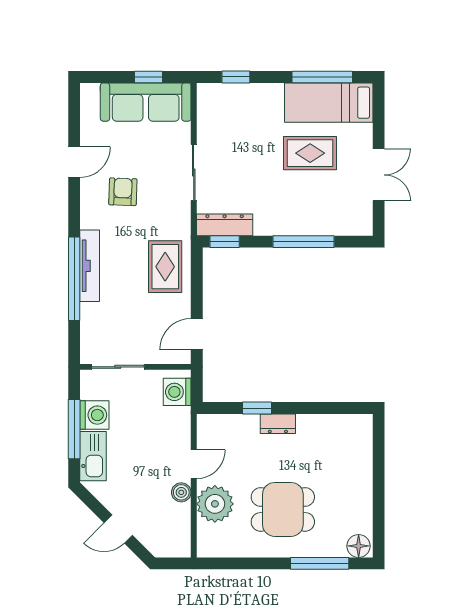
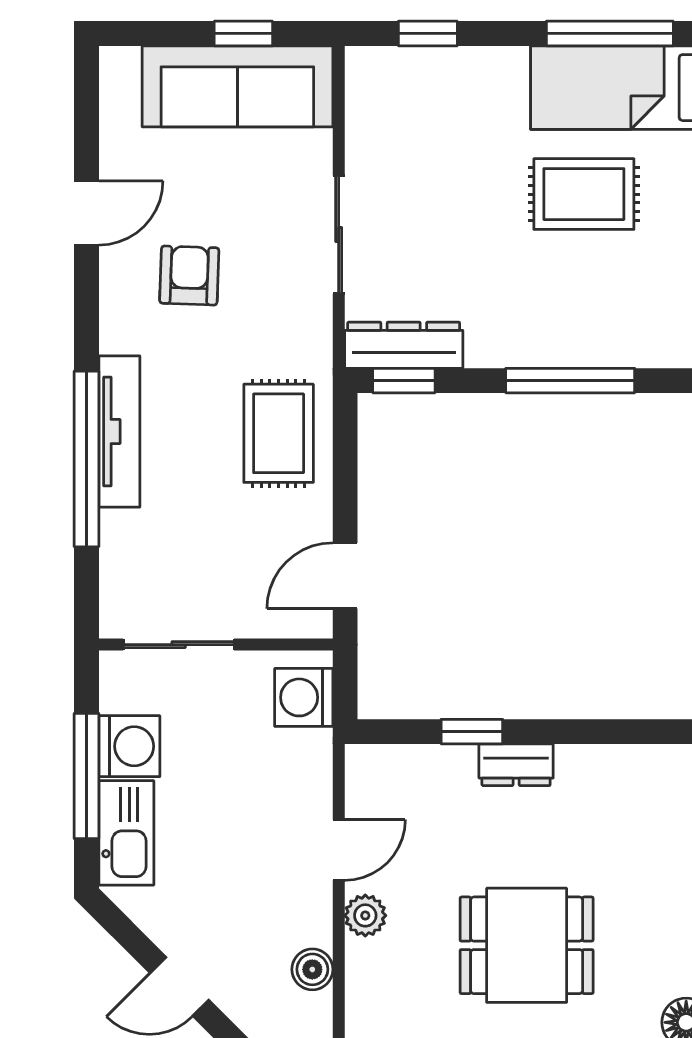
boiler: (181, 492) -> (312, 969), moved
plant: (215, 504) -> (365, 915), width x0.53, depth x0.53

